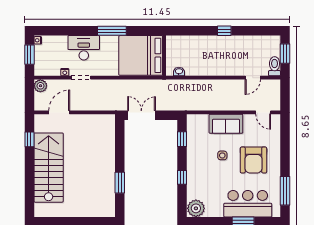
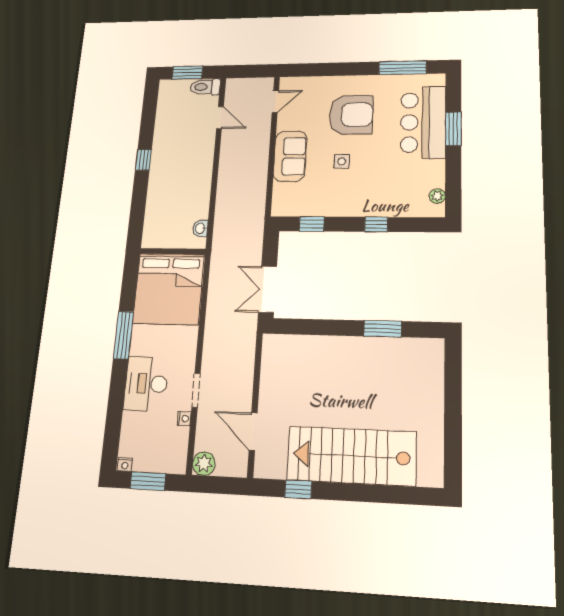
plant: (196, 208) -> (437, 196), width x0.53, depth x0.53

